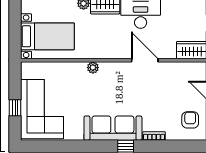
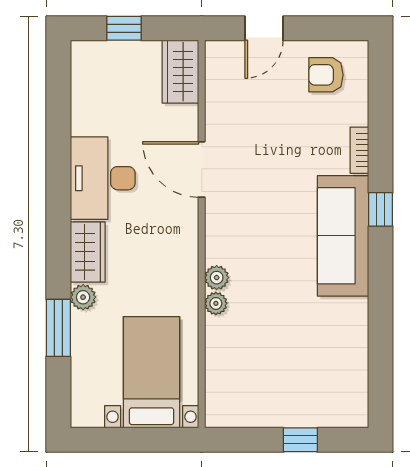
door: (145, 60) -> (202, 169), hinge flipped
plant: (80, 67) -> (216, 303), added
corner sofa: (42, 109) -> (303, 384), removed

